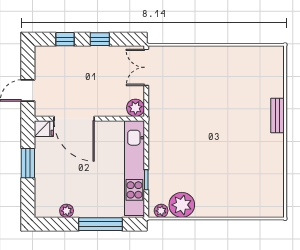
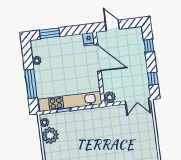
window: (100, 39) -> (153, 79), moved
double door: (146, 67) -> (137, 101), swing flipped
door: (74, 119) -> (98, 58), swing flipped
window: (28, 163) -> (50, 33), moved

